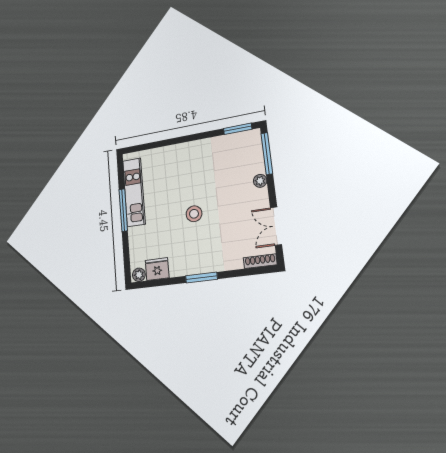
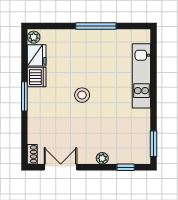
window: (267, 154) -> (126, 167), width x0.46
kitchen unit: (134, 192) -> (141, 76), moved, turned 90
shoe rack: (260, 261) -> (32, 154), width x0.70
dishwasher: (180, 266) -> (37, 77), added

